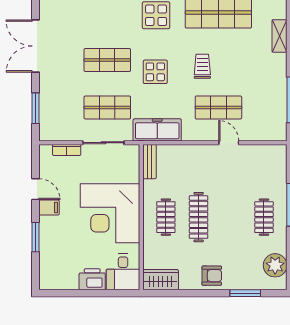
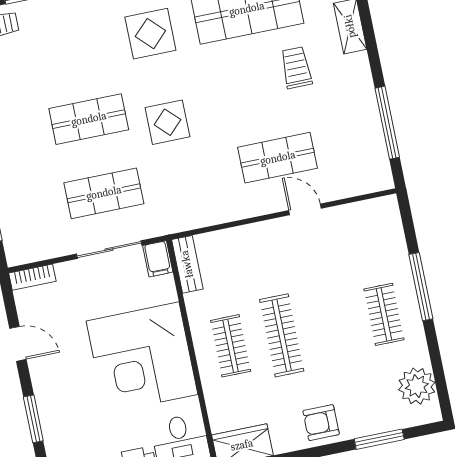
trolley: (202, 66) -> (296, 68), moved
freezer: (157, 130) -> (189, 212), removed
bookcase: (67, 150) -> (32, 277), moved
filing cabinet: (49, 208) -> (158, 259), moved, turned 90
armchair: (212, 276) -> (321, 423), turned 180

